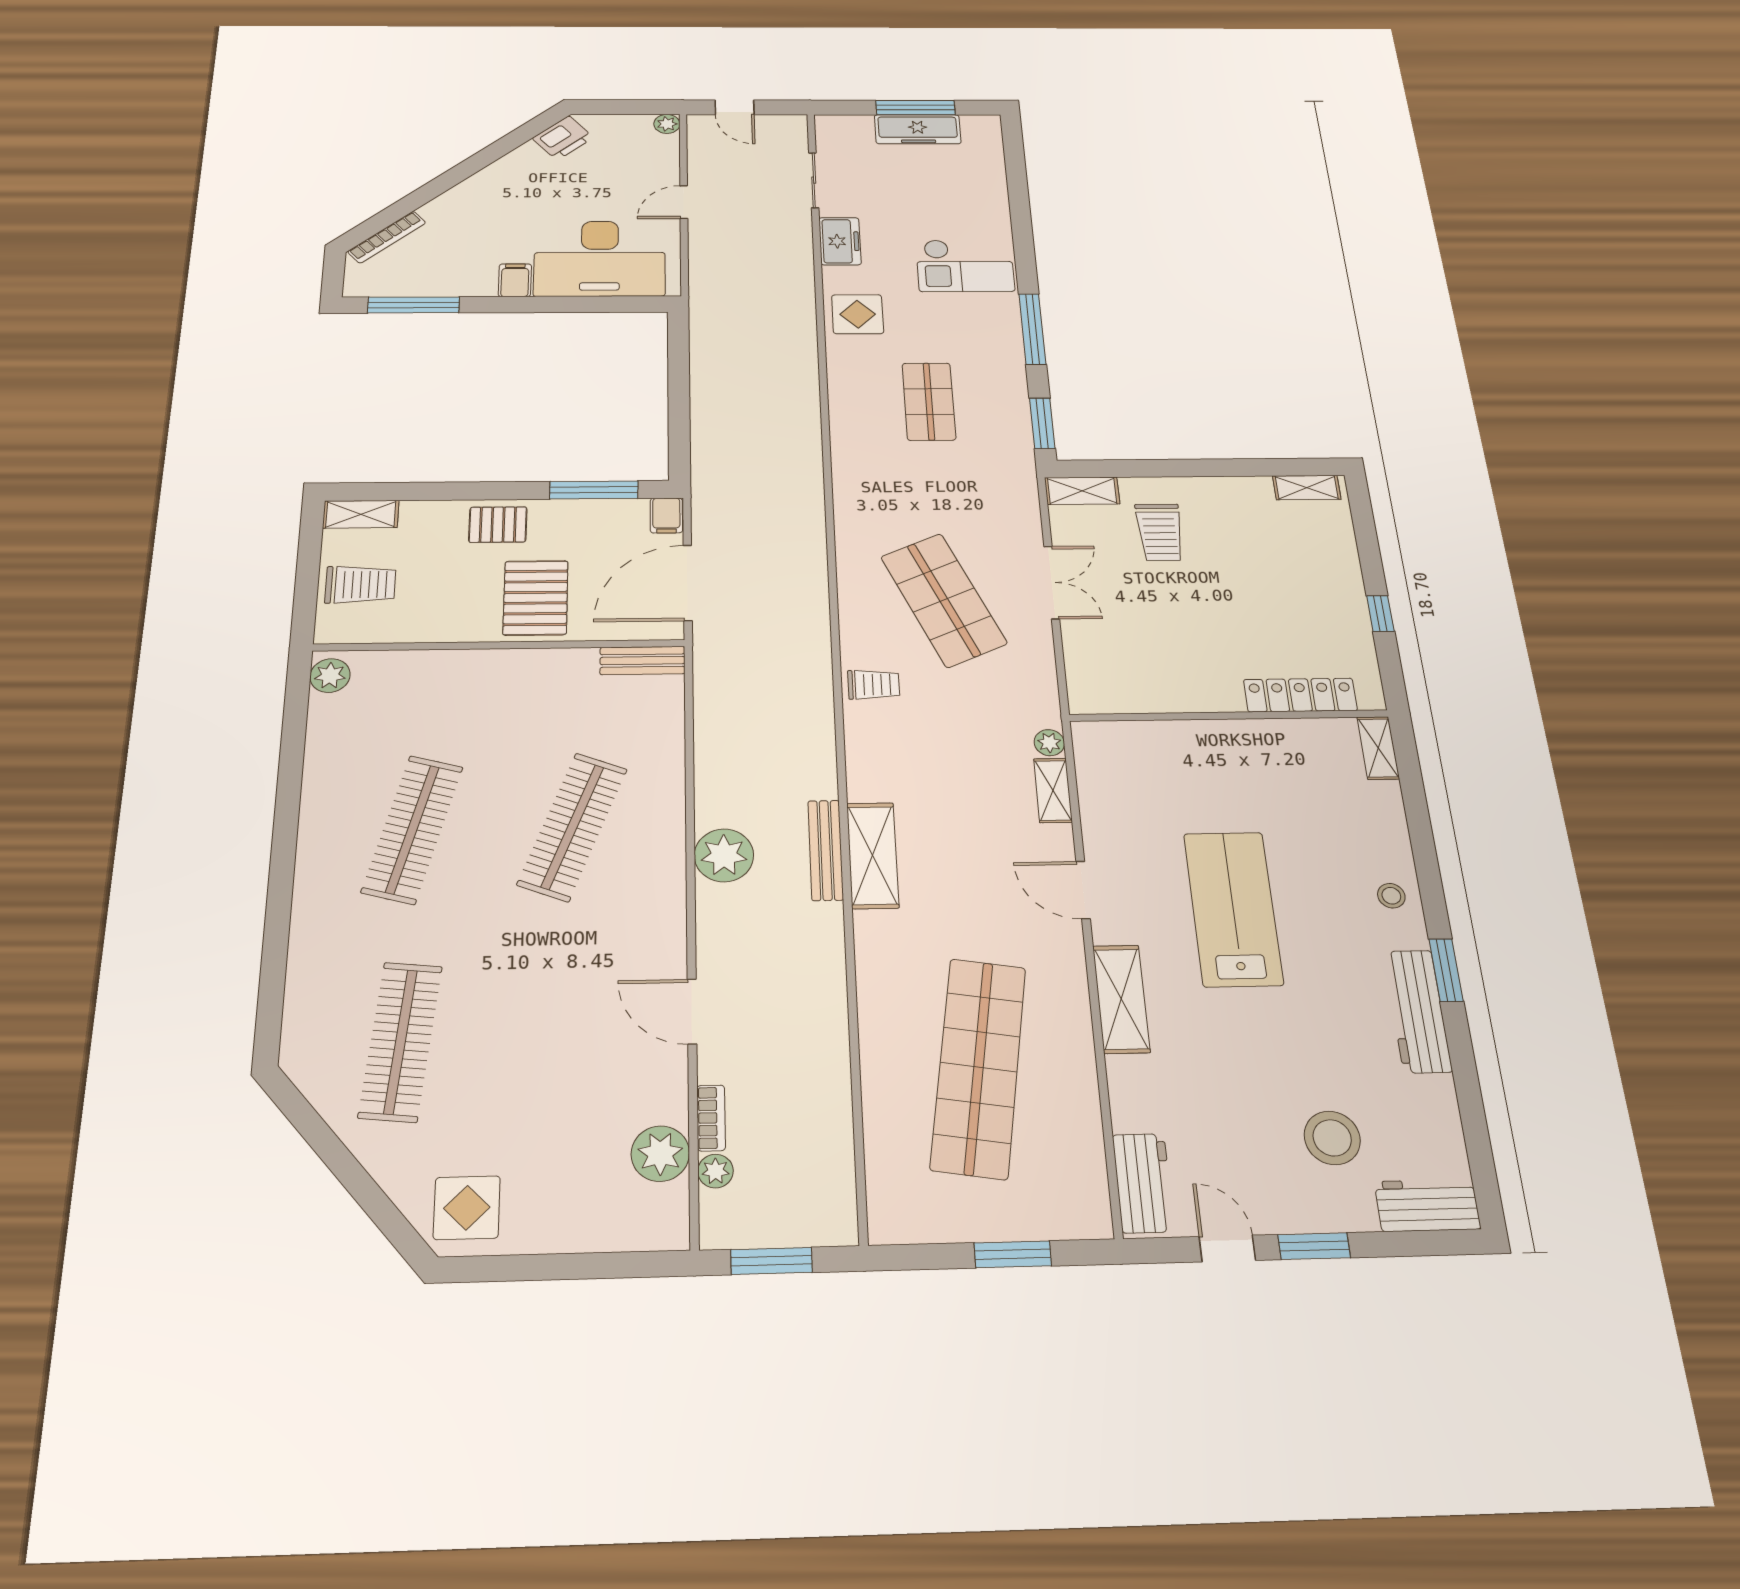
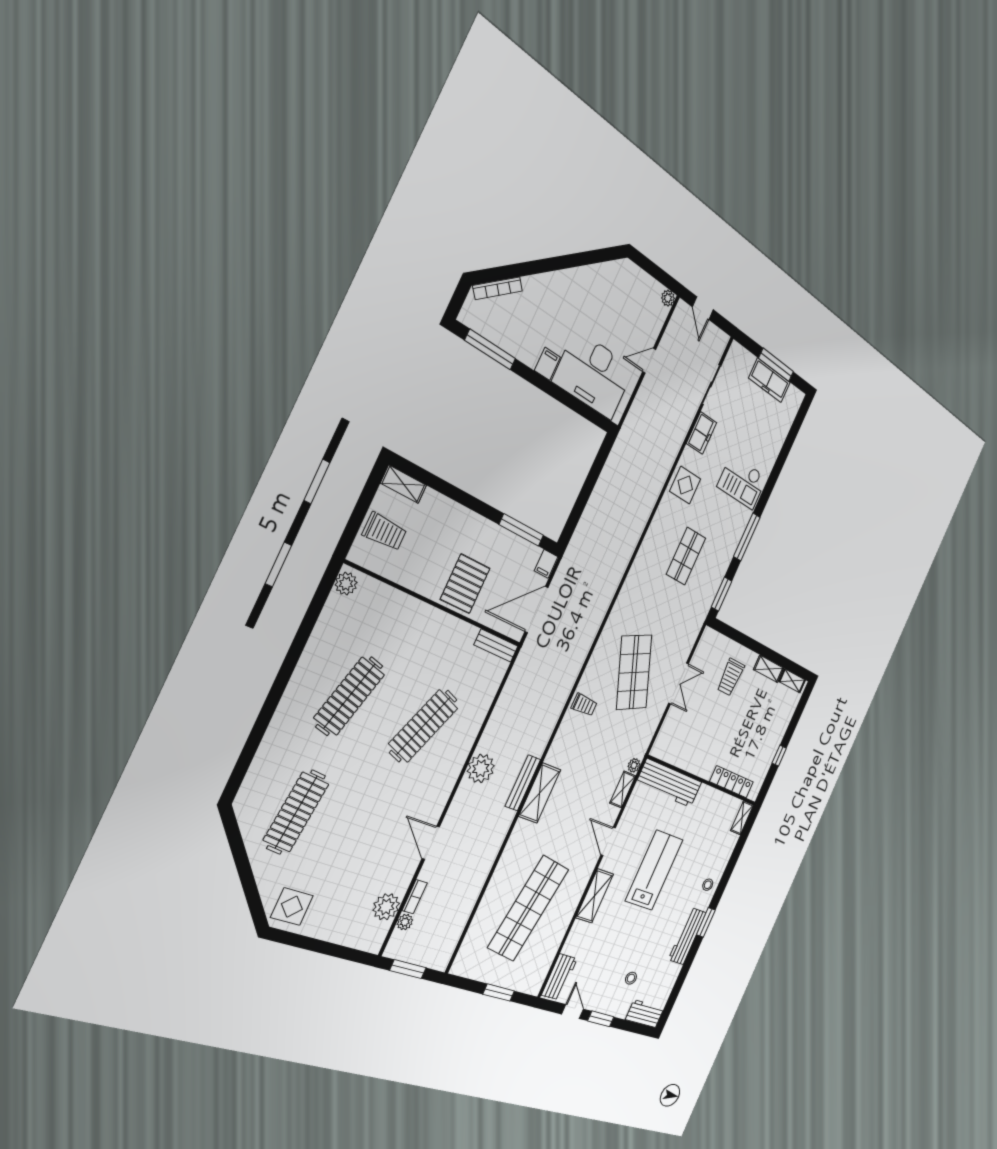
printer: (563, 138) -> (616, 273), removed
shelving: (1082, 491) -> (769, 669), moved
pallet: (498, 525) -> (468, 528), removed
workbench: (1152, 745) -> (669, 783), added
stool: (1332, 1138) -> (631, 978), width x0.53, depth x0.53

